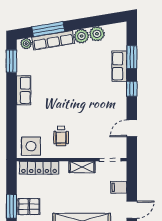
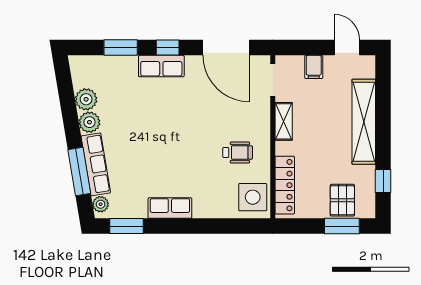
row of seats: (119, 66) -> (161, 66), moved
door: (132, 128) -> (226, 48), width x1.87

